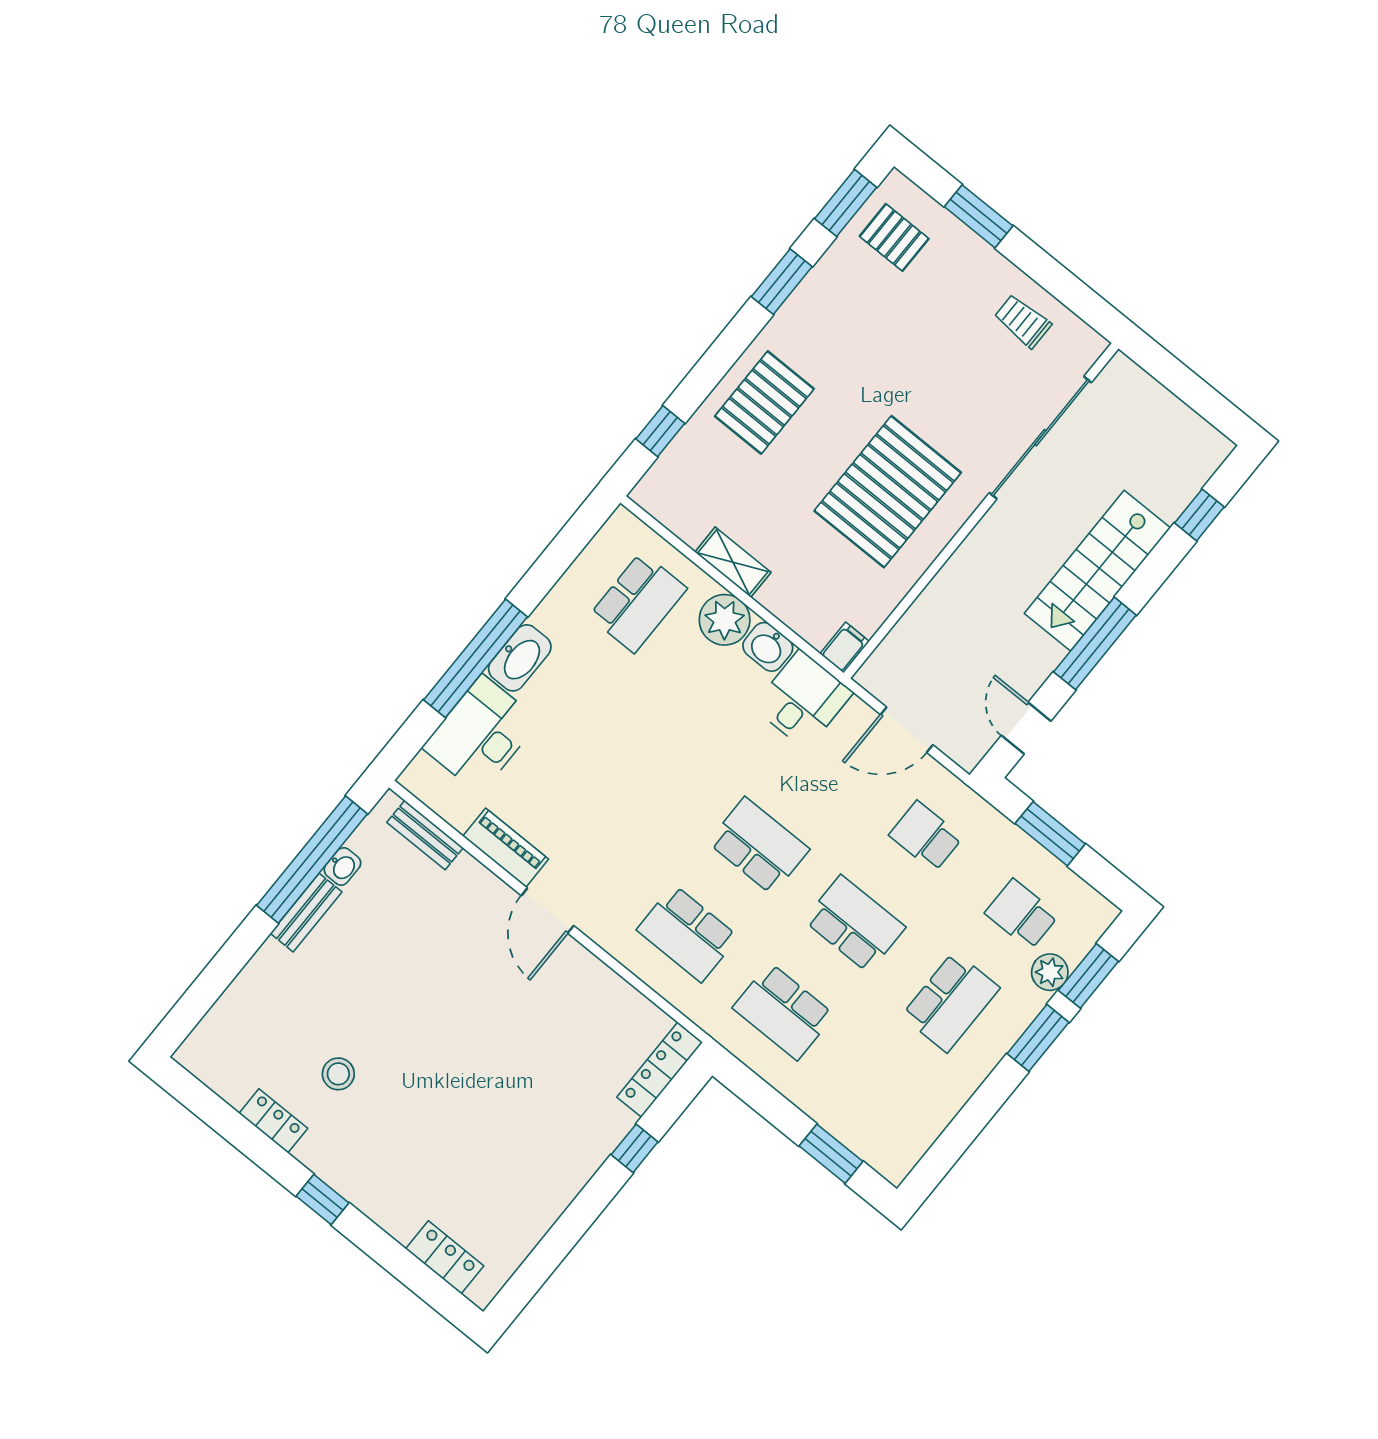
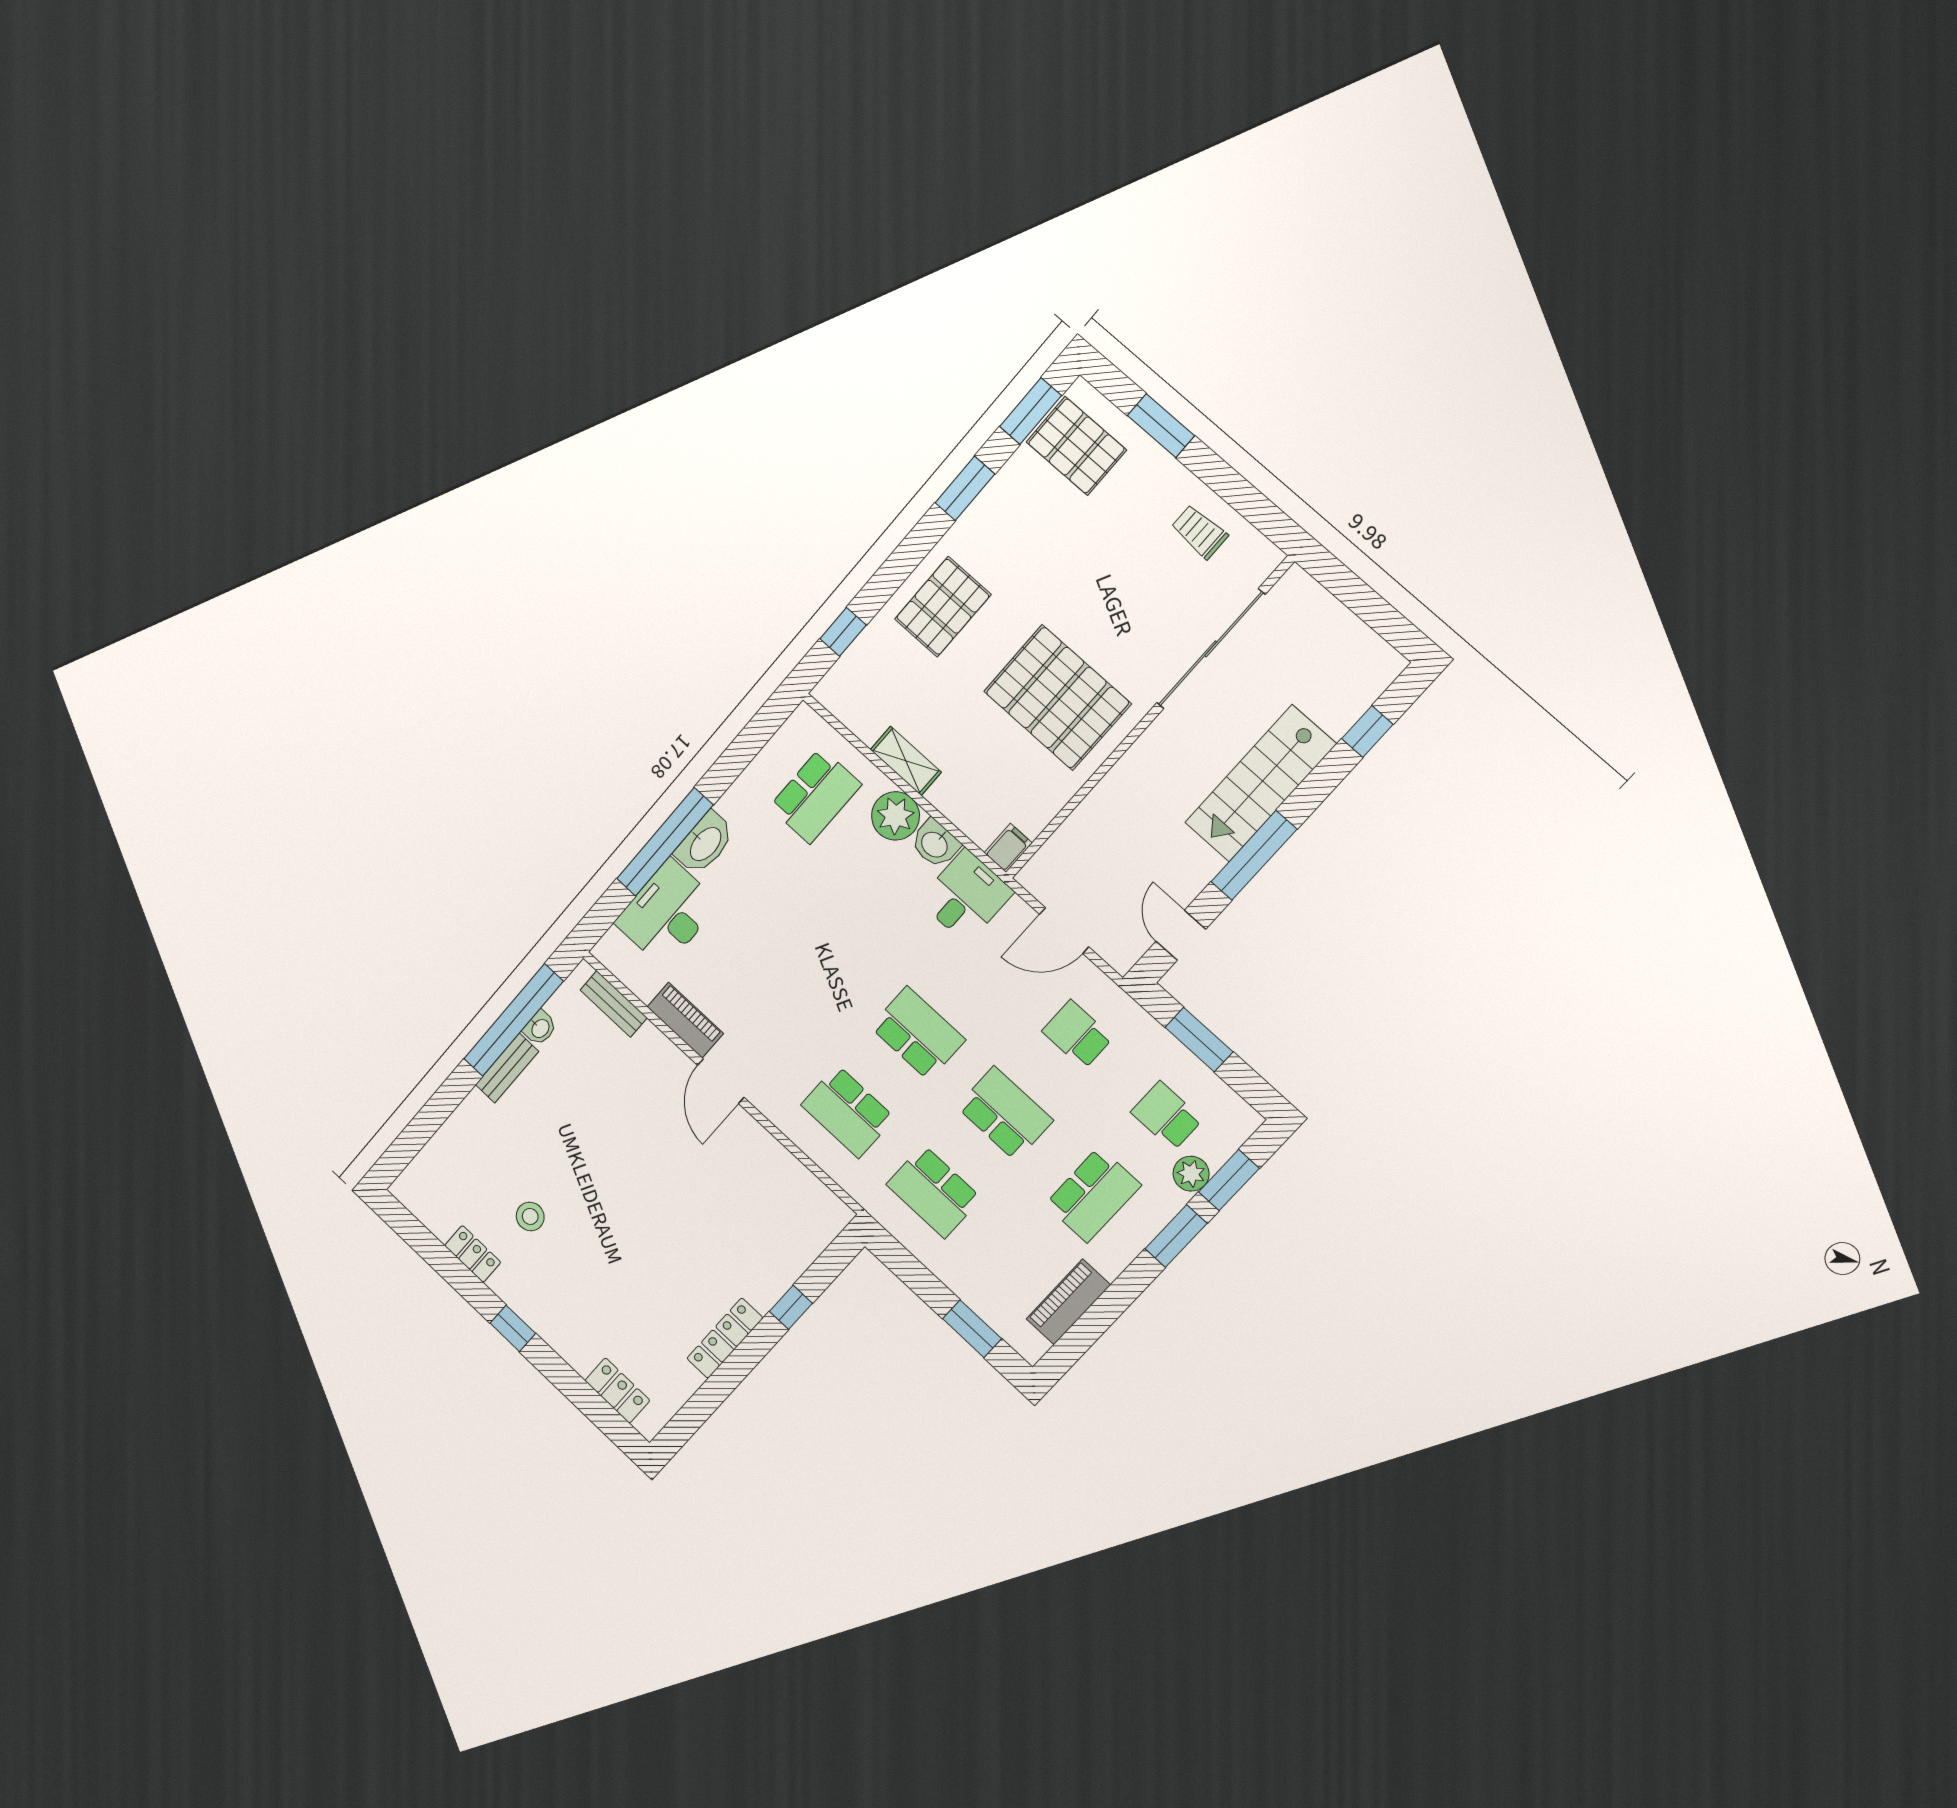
pallet: (894, 237) -> (1076, 446), width x1.50, depth x1.42
pallet: (888, 492) -> (1057, 698), turned 90
locker: (660, 1070) -> (725, 1338), moved
piano: (931, 1116) -> (1068, 1302), added

